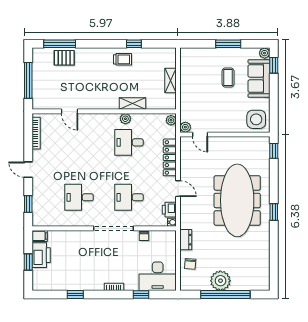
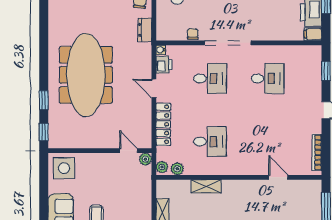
plant: (125, 119) -> (177, 169), moved
window: (274, 212) -> (44, 100), moved

